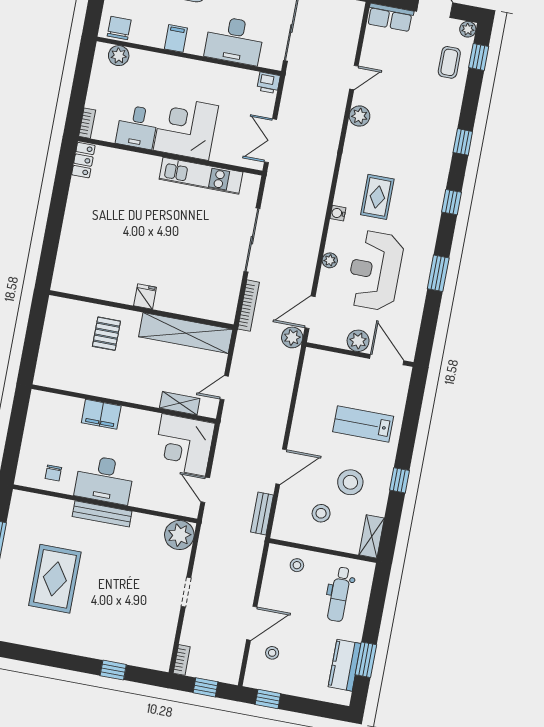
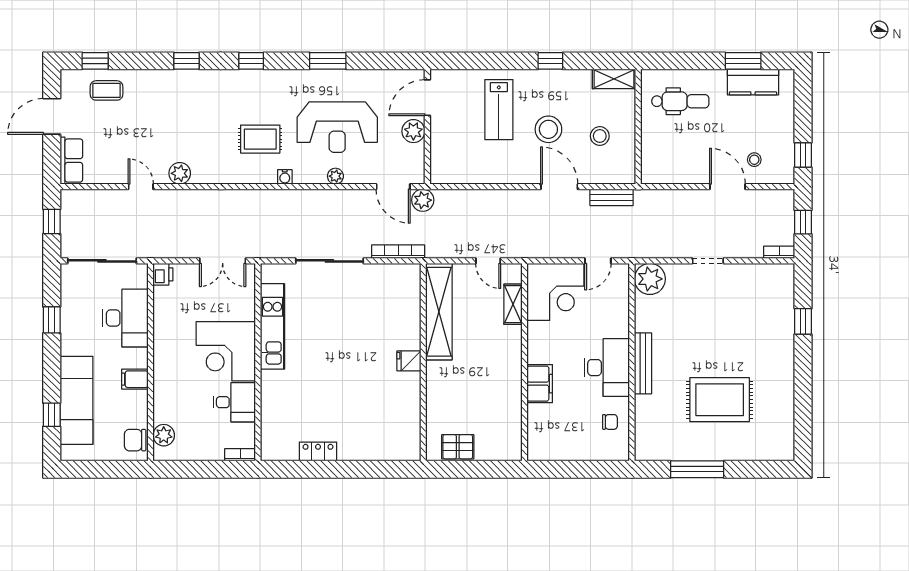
plant: (468, 29) -> (68, 78), removed
locker: (83, 160) -> (318, 452), moved
pallet: (106, 334) -> (458, 447), moved
stool: (350, 482) -> (548, 129), moved
stool: (297, 565) -> (658, 151), removed

